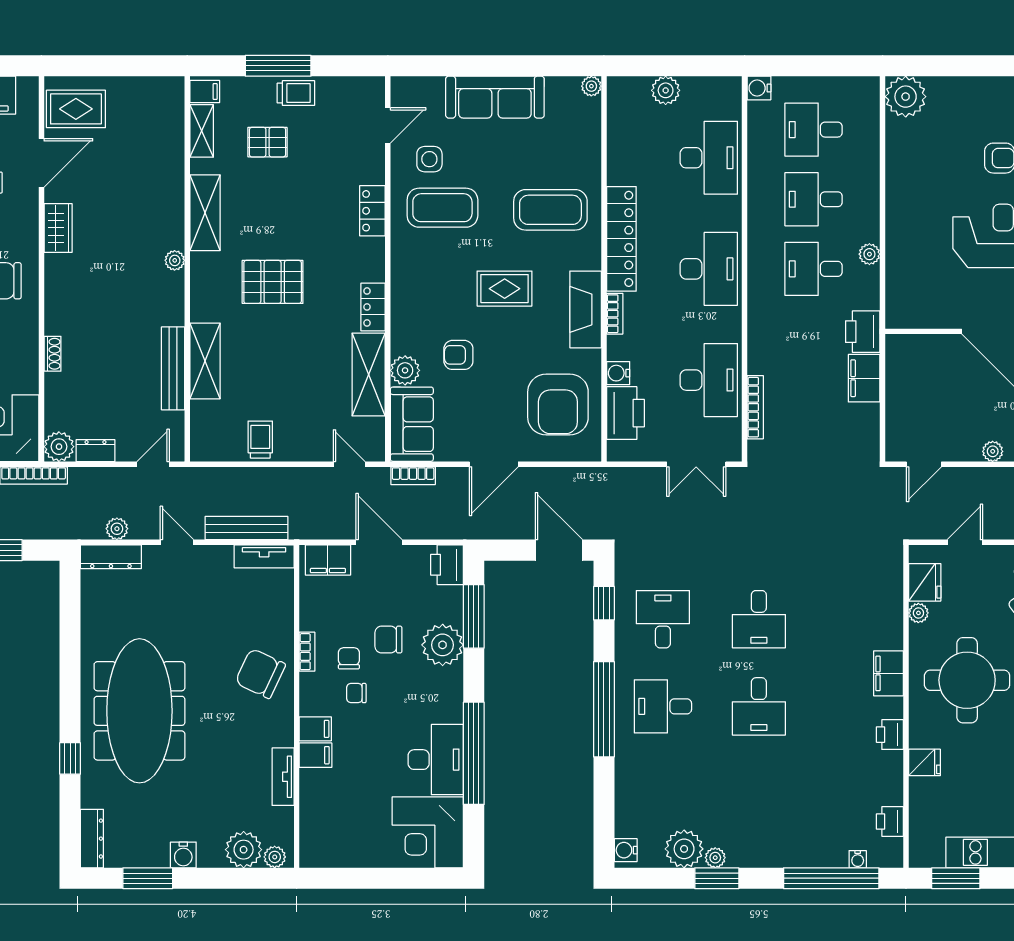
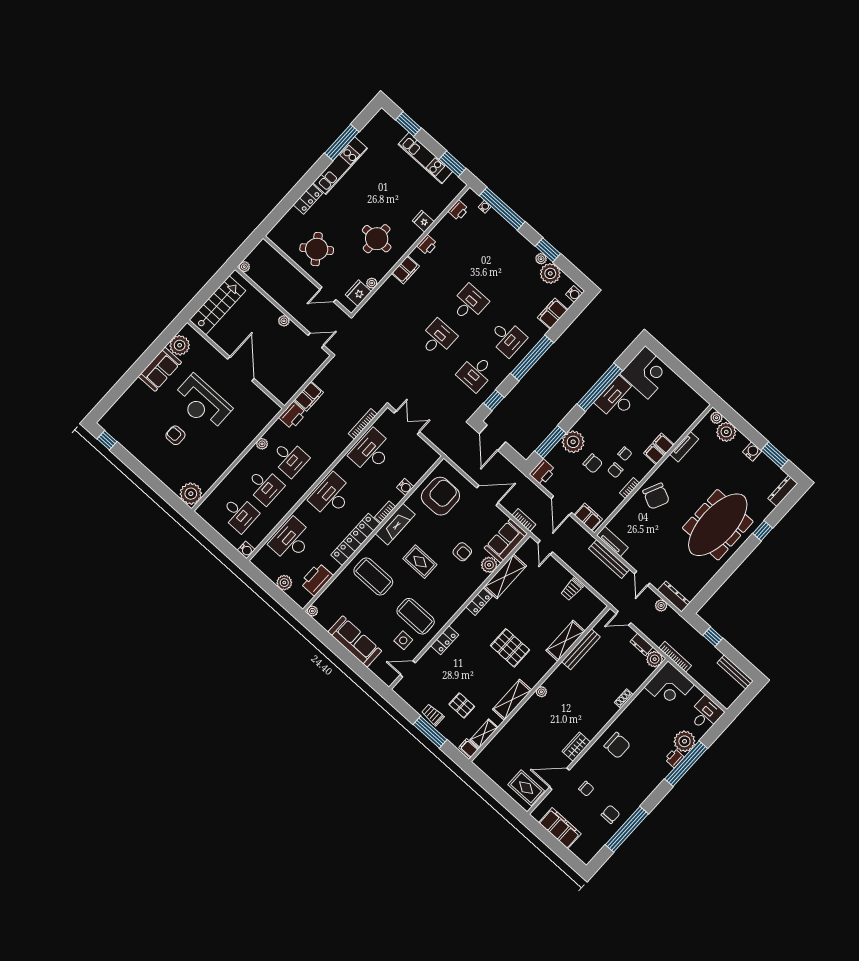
printer: (625, 413) -> (316, 579), moved
round table: (967, 680) -> (377, 239), width x0.73, depth x0.73
filing cabinet: (631, 796) -> (553, 314), added

